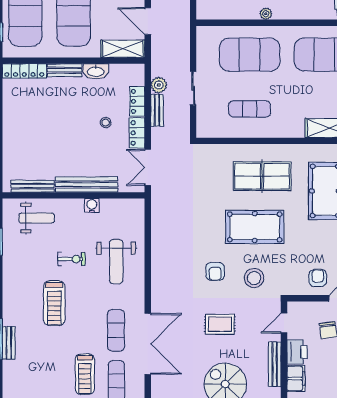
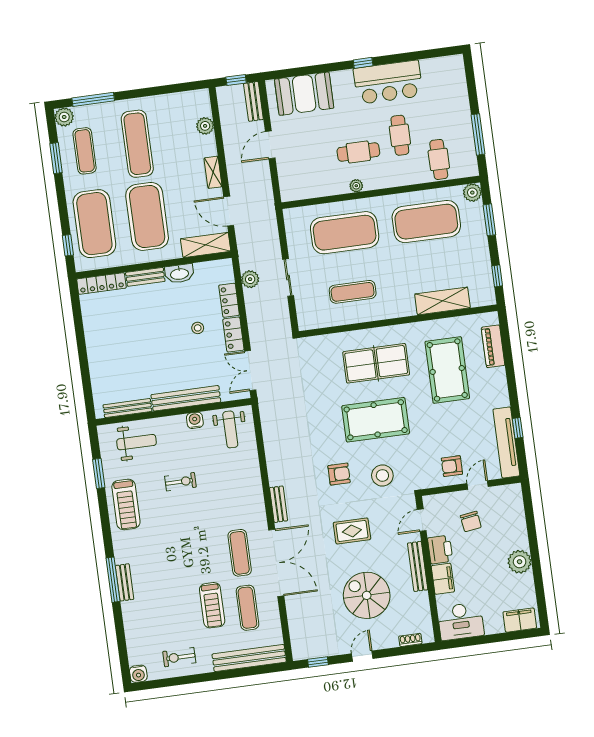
bench: (157, 110) -> (279, 504), moved
weight bench: (116, 262) -> (230, 429), moved, width x0.73, depth x0.75
armchair: (215, 271) -> (339, 474), turned -90
armchair: (318, 278) -> (452, 466), turned -90
treadmill: (54, 303) -> (126, 504), moved

